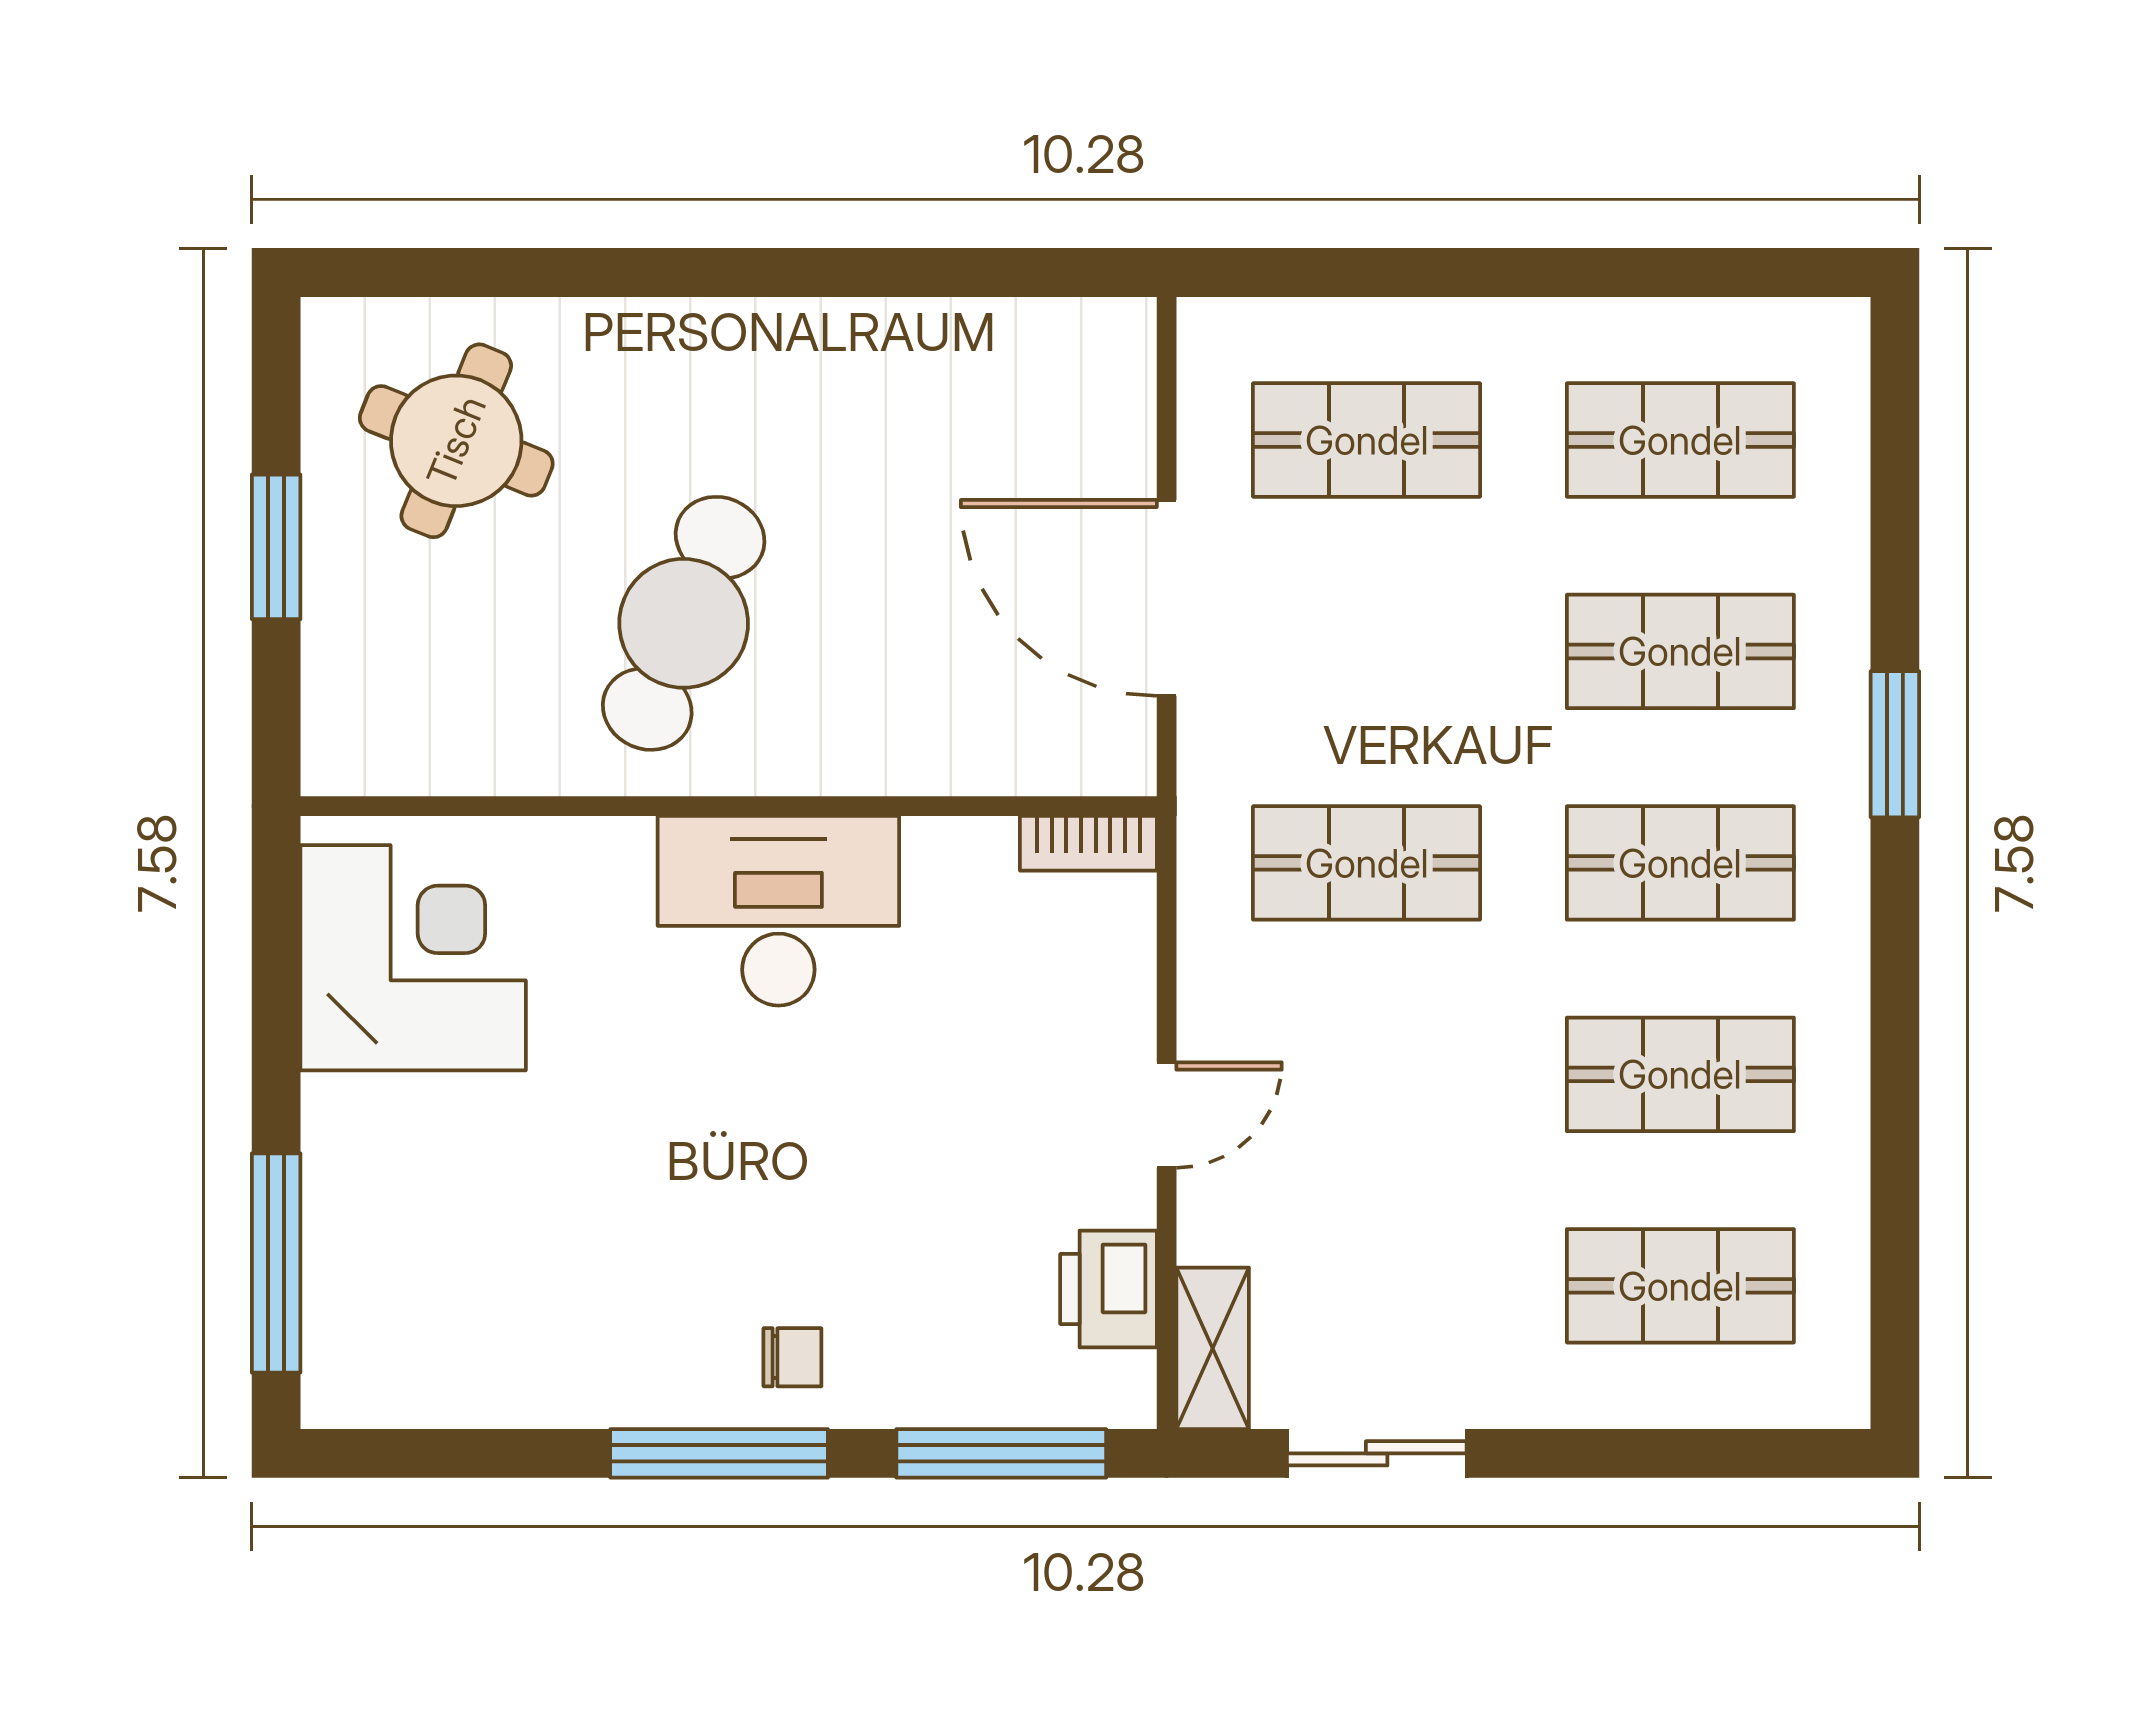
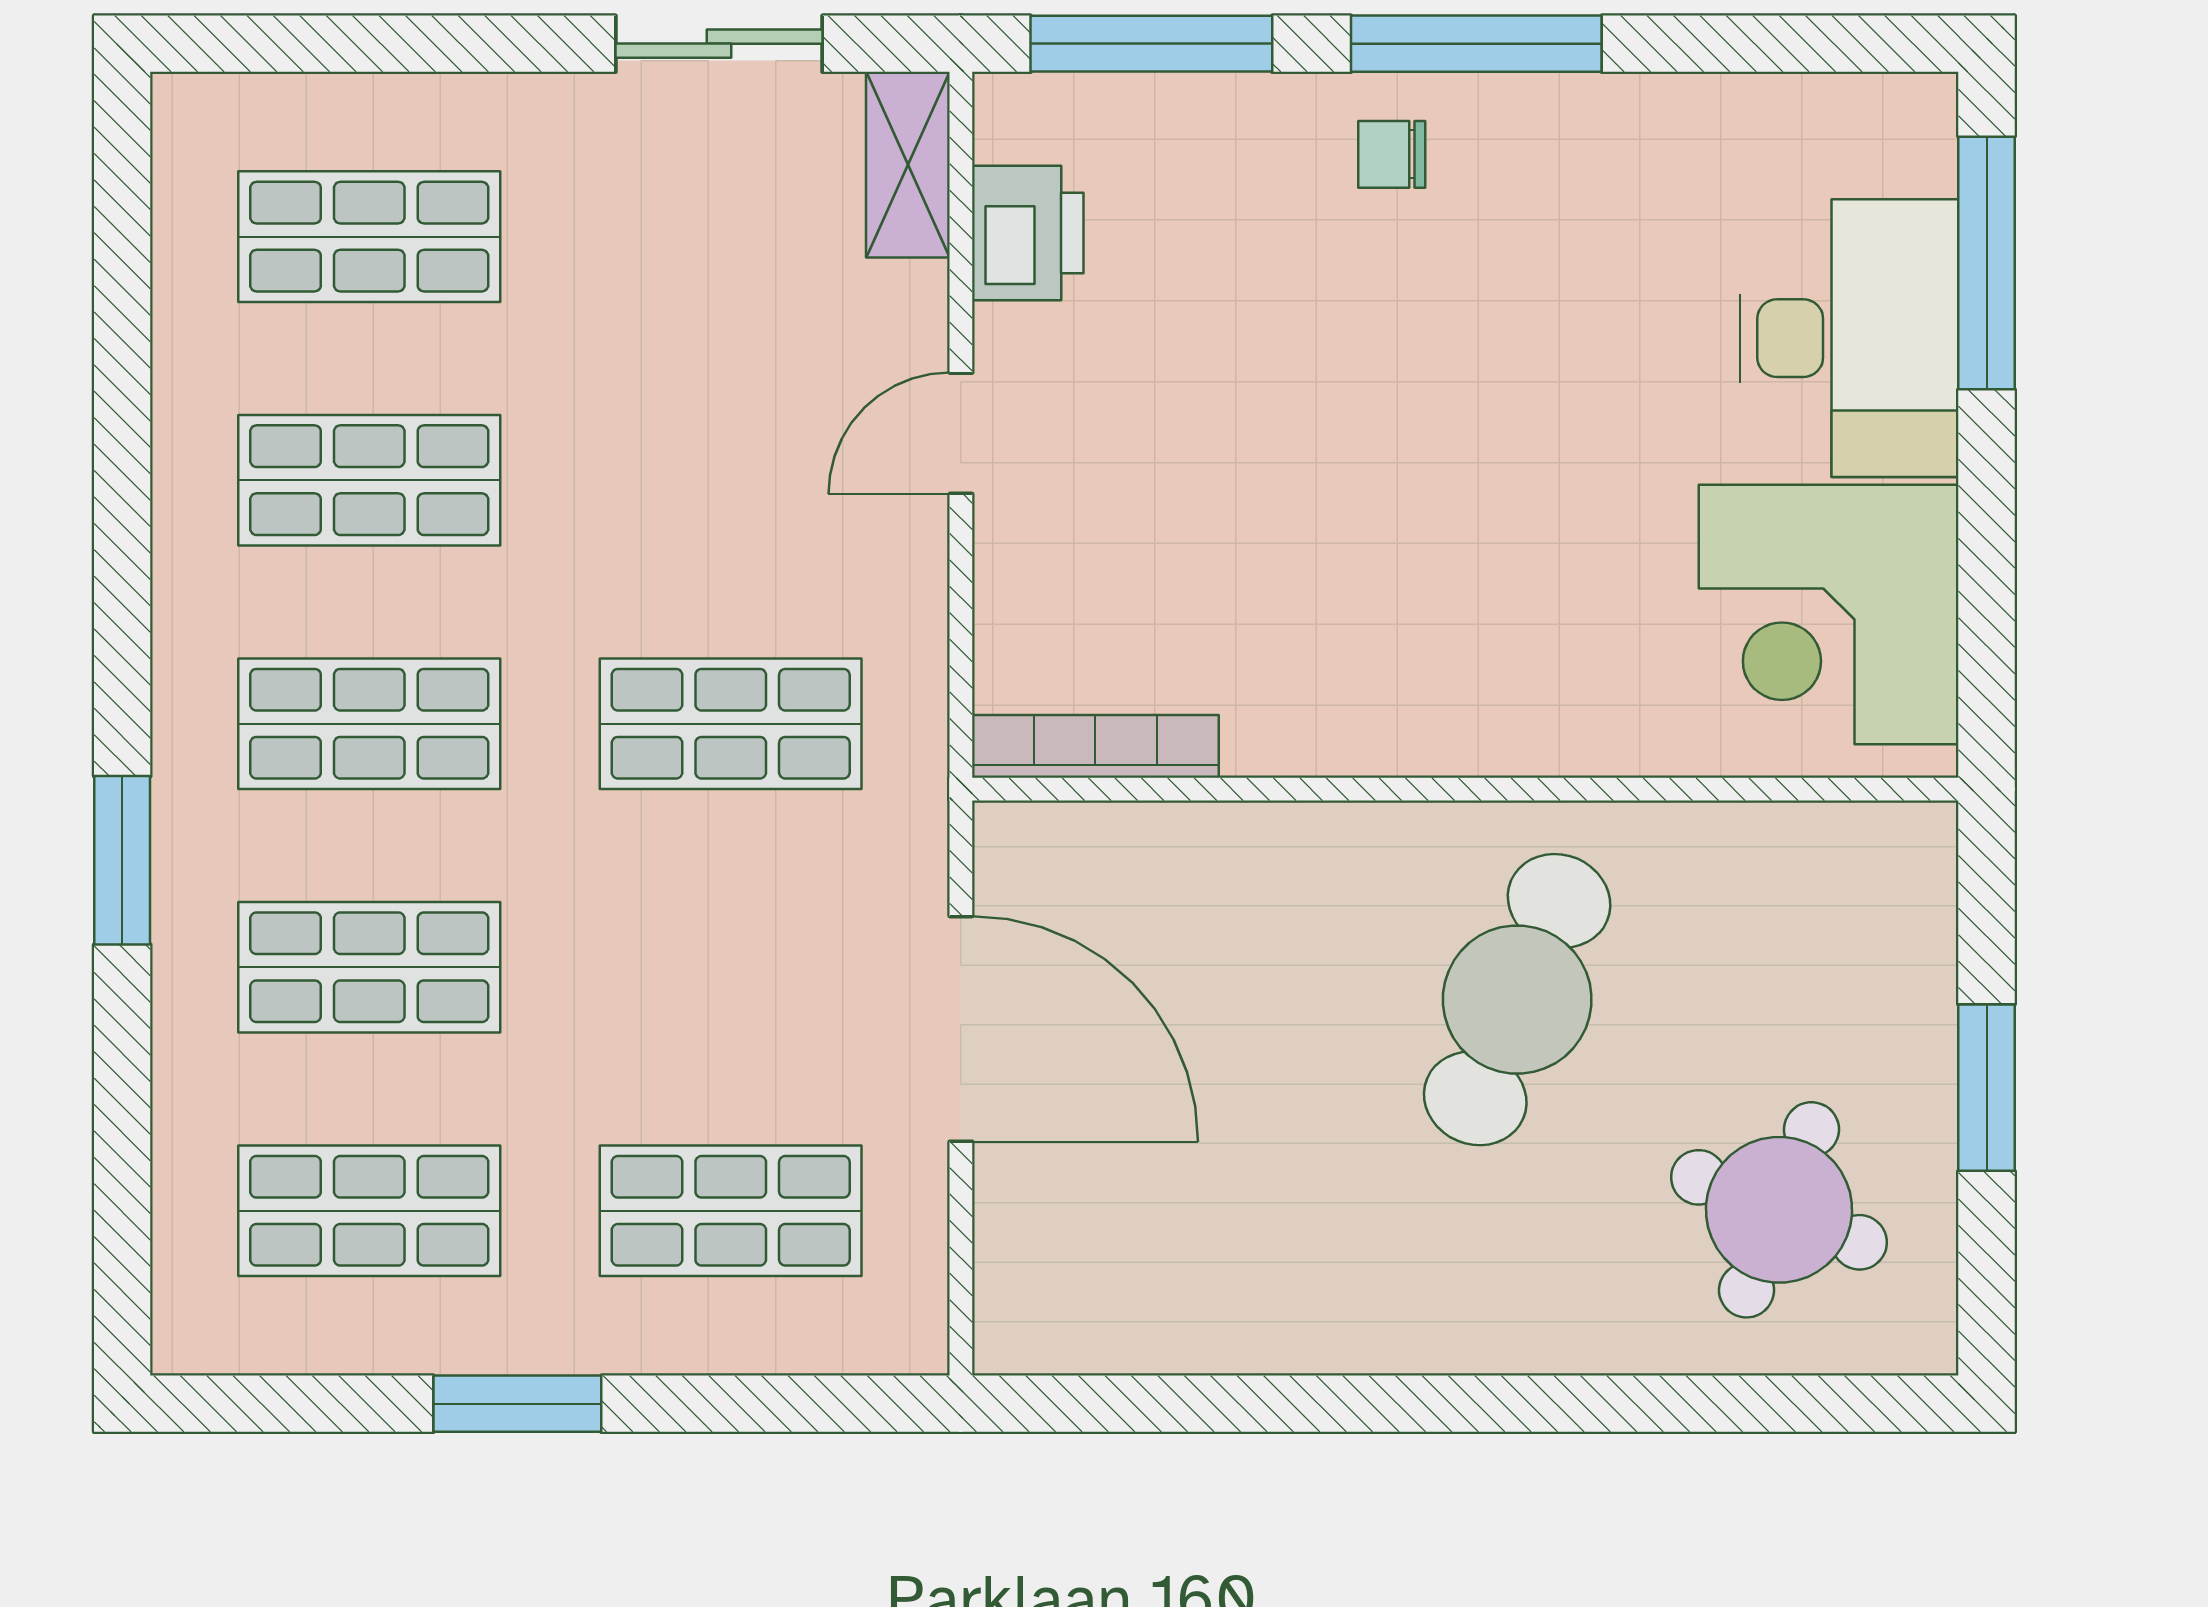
window: (1552, 272) -> (517, 1404), added
bookcase: (1088, 843) -> (1095, 746), width x1.56
desk: (778, 911) -> (1849, 338), moved, turned -90

